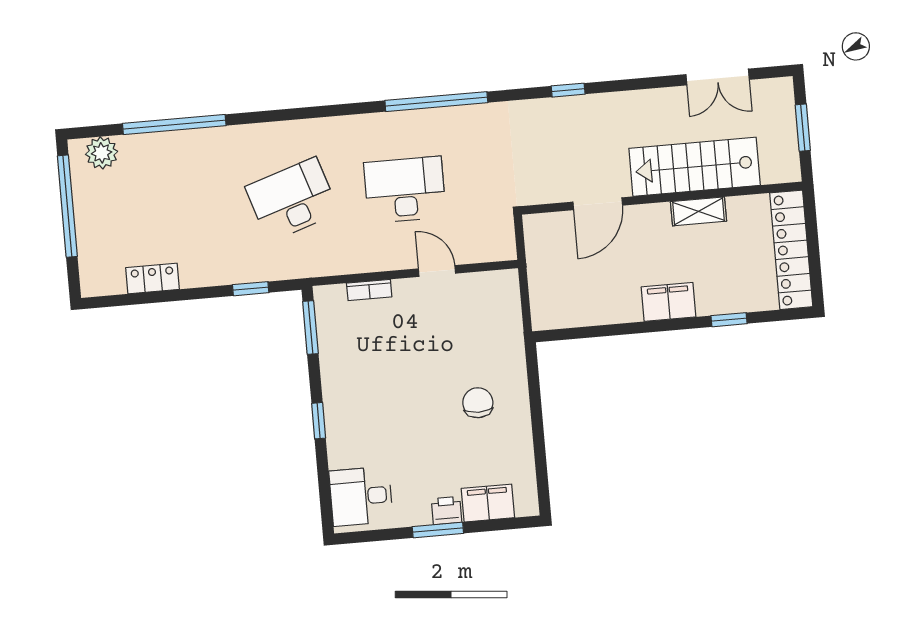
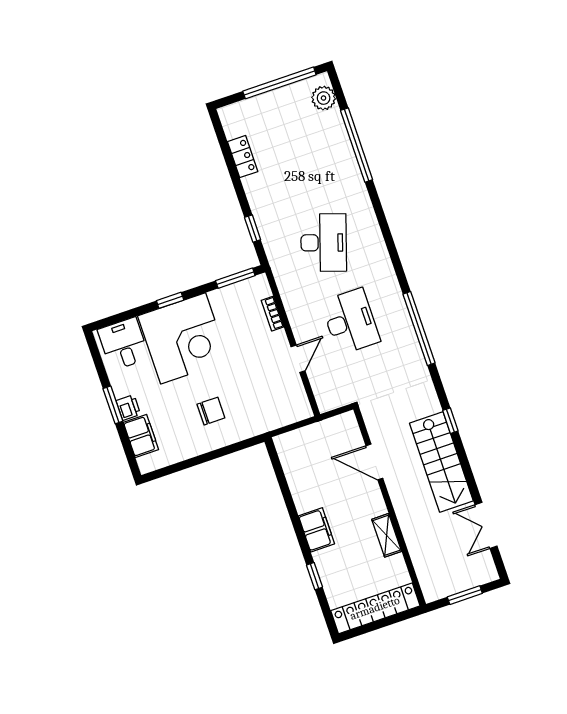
stairs: (695, 167) -> (441, 462), moved, turned 180
desk: (292, 200) -> (324, 243), turned 36
corner desk: (373, 416) -> (183, 338), added

